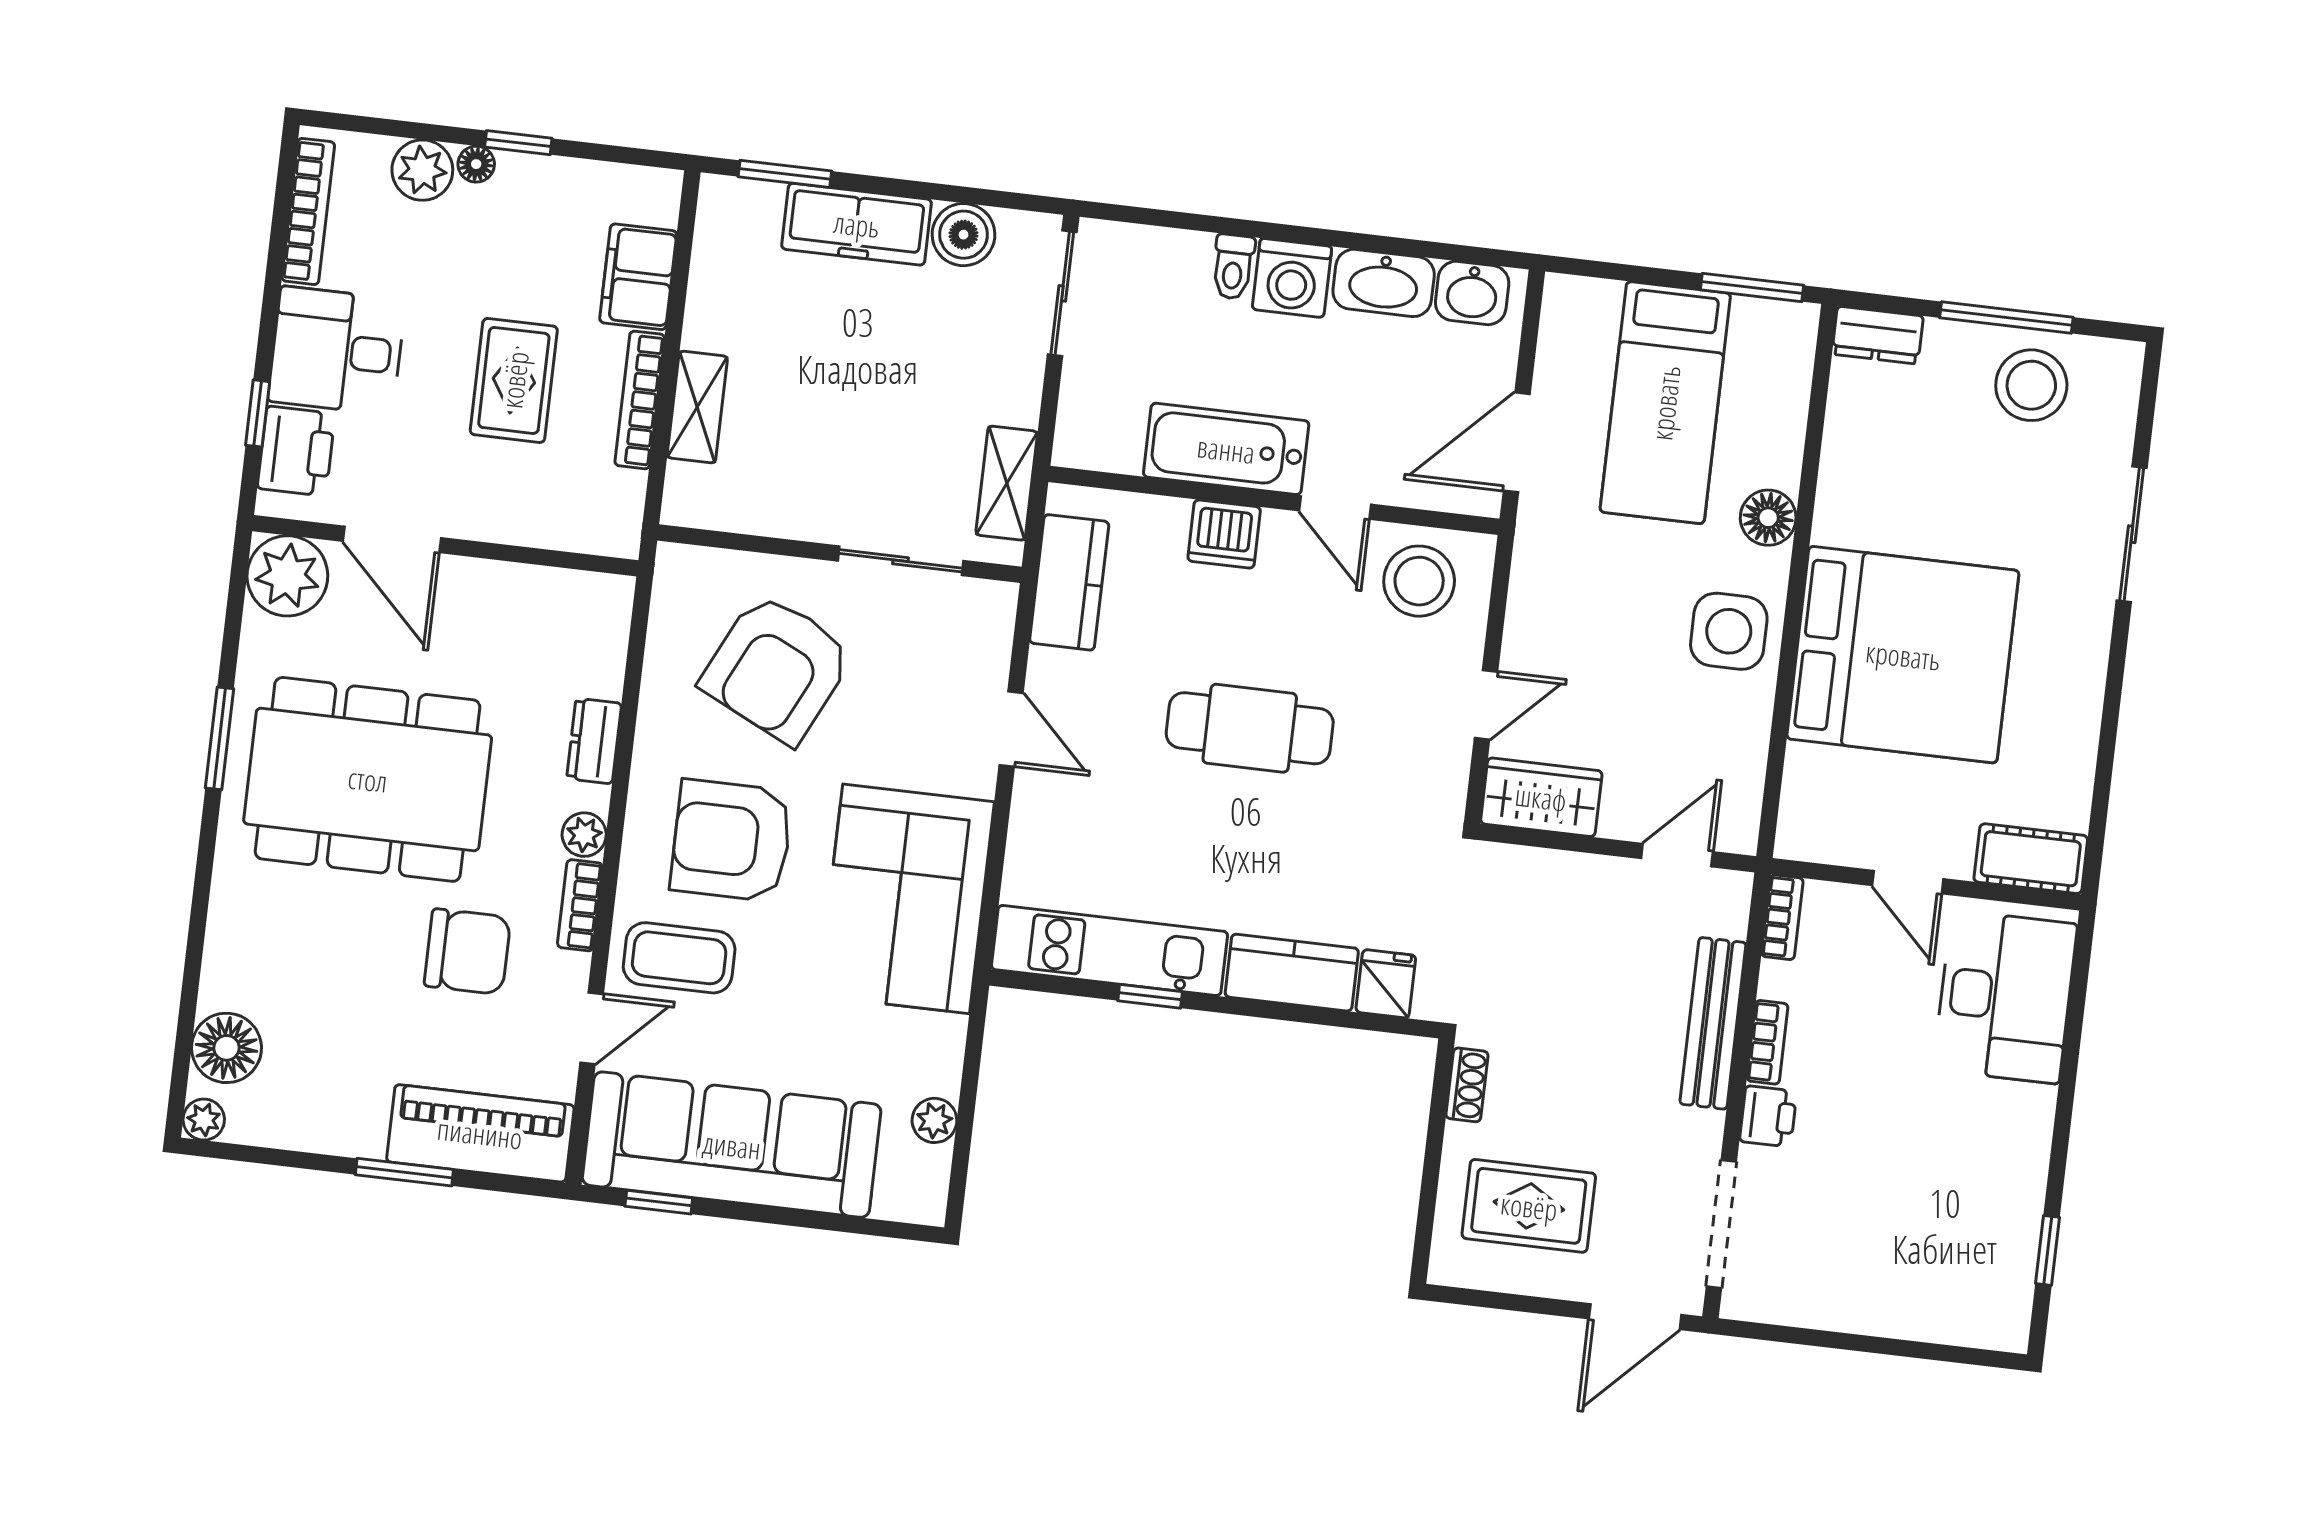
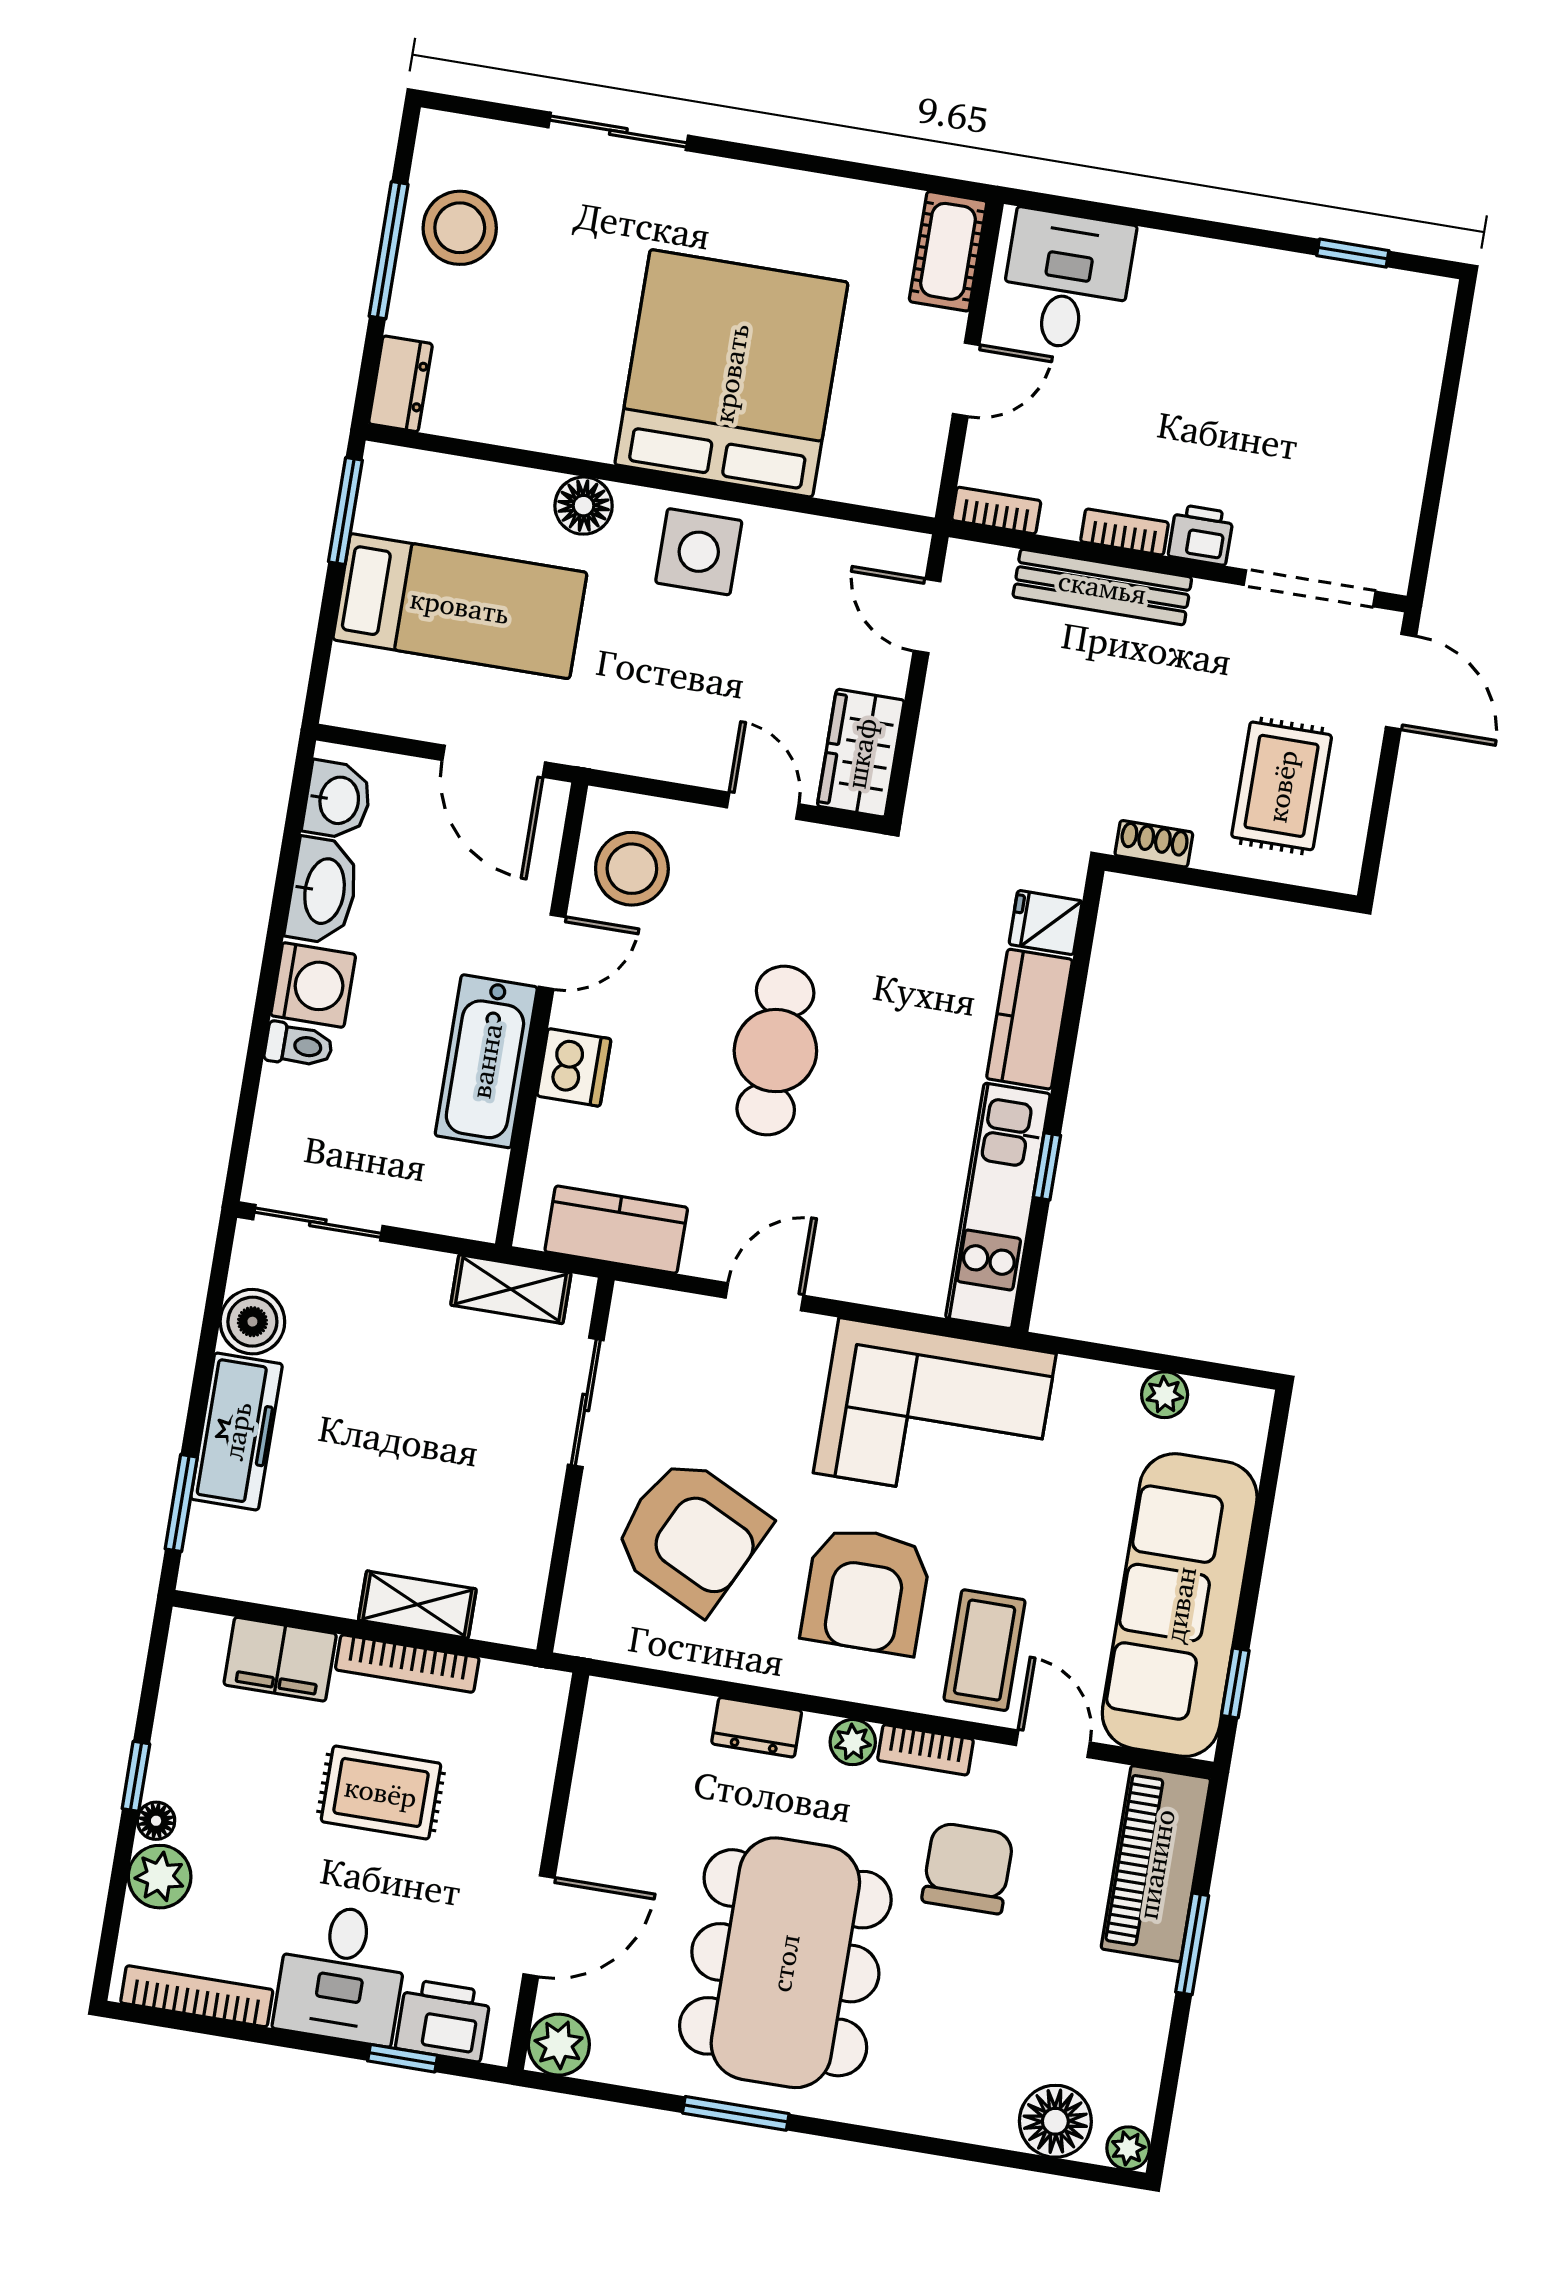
plant: (287, 576) -> (559, 2045), width x0.73, depth x0.73
desk: (2005, 997) -> (1067, 281), width x0.73

